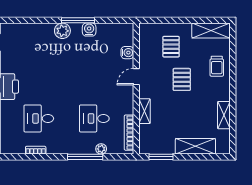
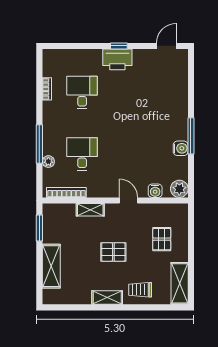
plant: (62, 31) -> (179, 189), moved
pallet: (171, 47) -> (162, 239), turned 90
pallet: (182, 79) -> (113, 252), moved
shelving: (224, 115) -> (107, 298), moved

